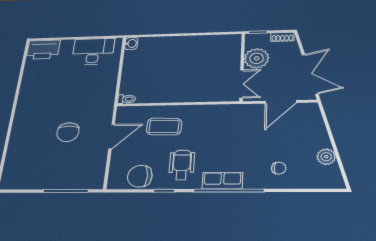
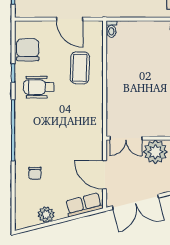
wheelchair: (182, 165) -> (39, 87), turned 180
row of seats: (222, 181) -> (84, 205), moved, turned -104

